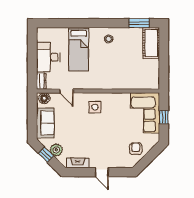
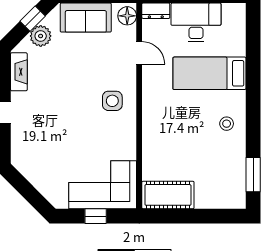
cot: (151, 43) -> (168, 195), moved
door: (66, 91) -> (139, 53), swing flipped
armchair: (136, 149) -> (43, 169), removed

